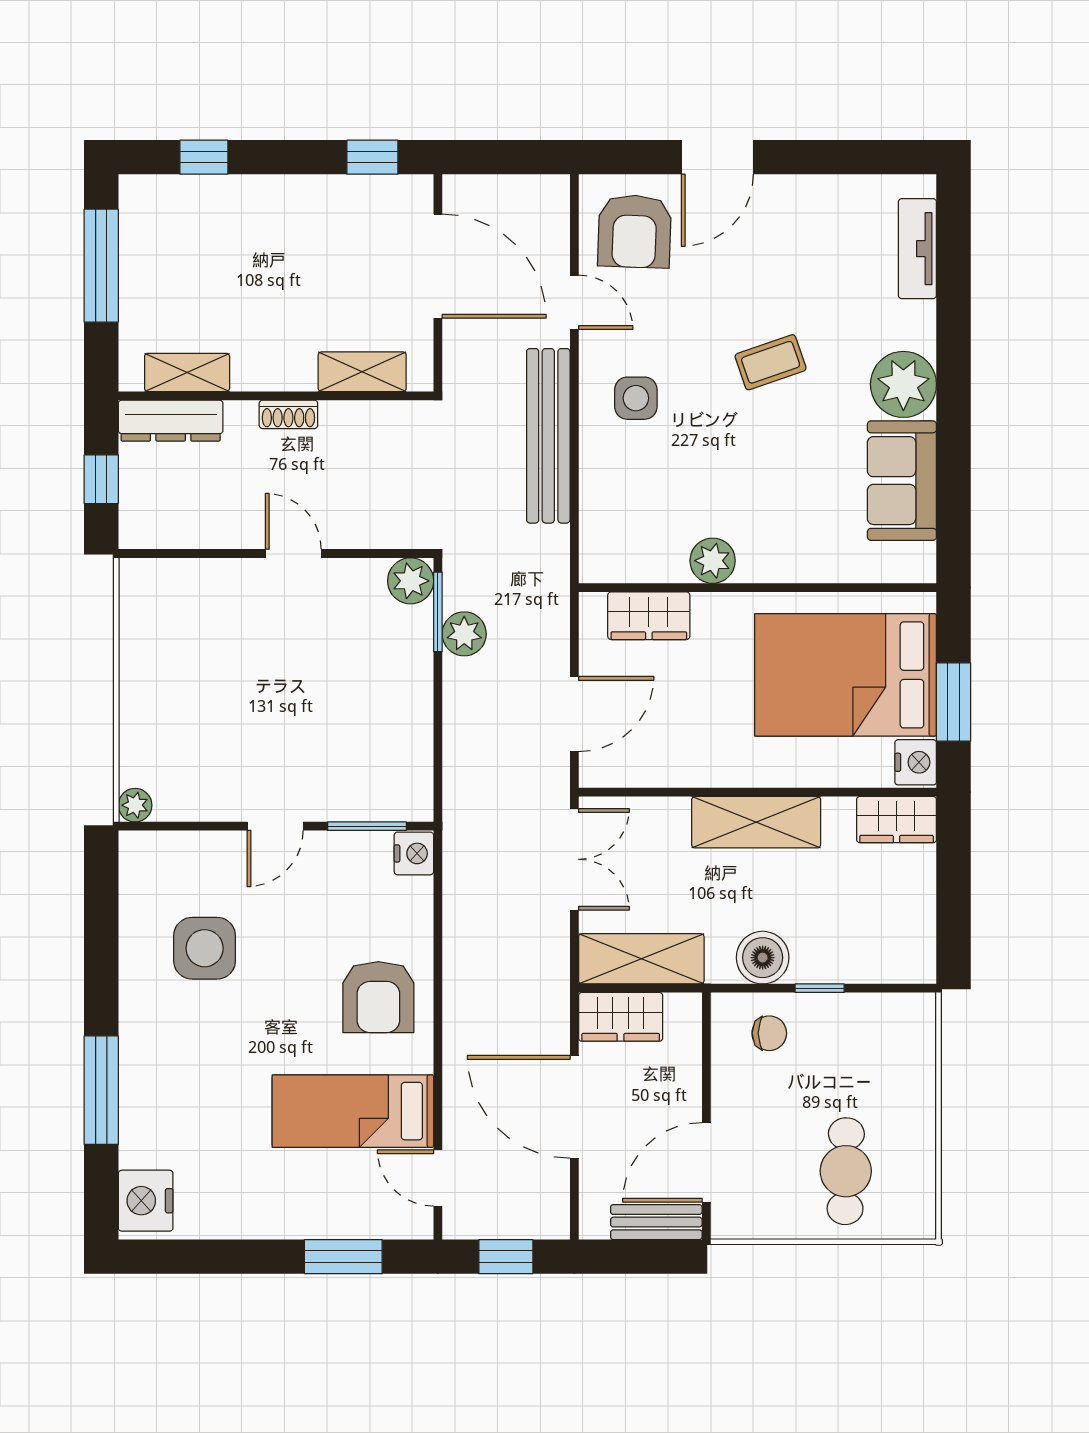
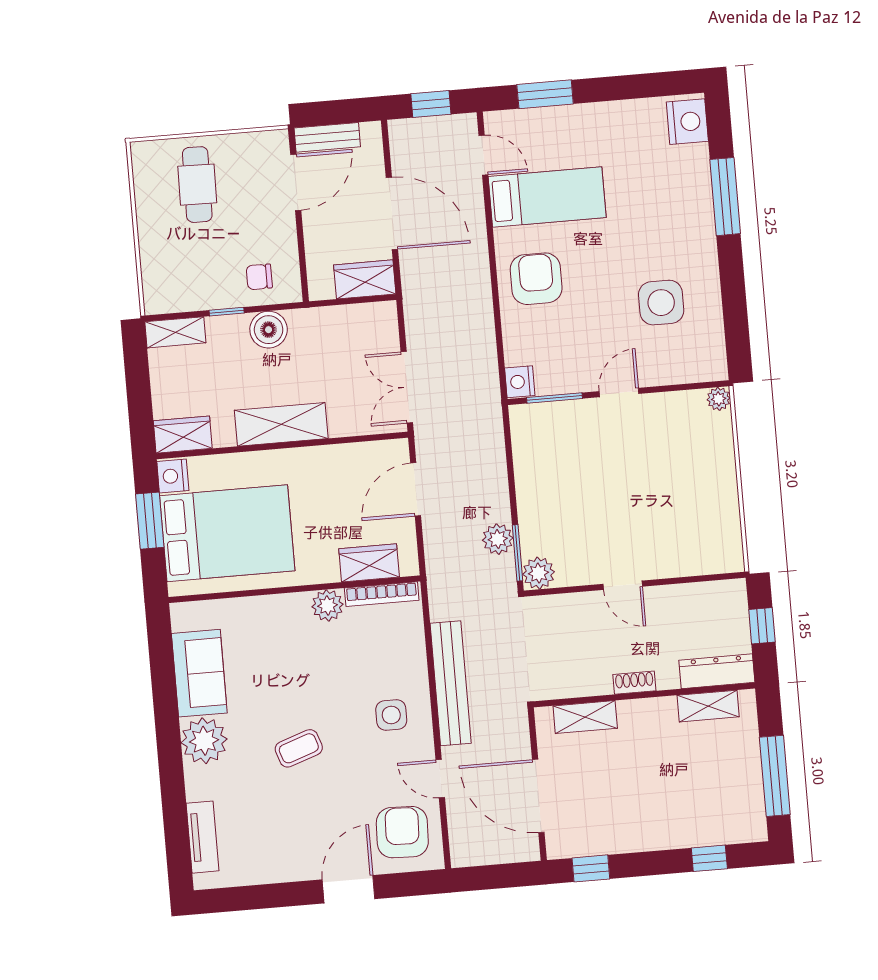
bookcase: (635, 570) -> (382, 594), added
shelving: (641, 959) -> (175, 332), moved, width x0.67, depth x0.75

